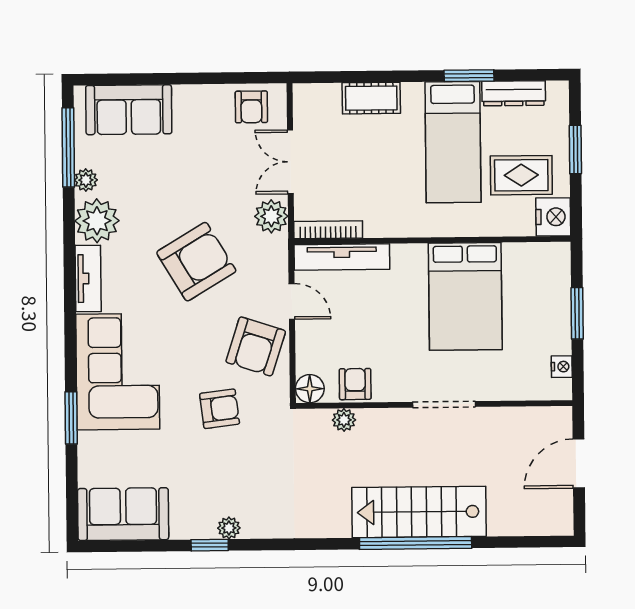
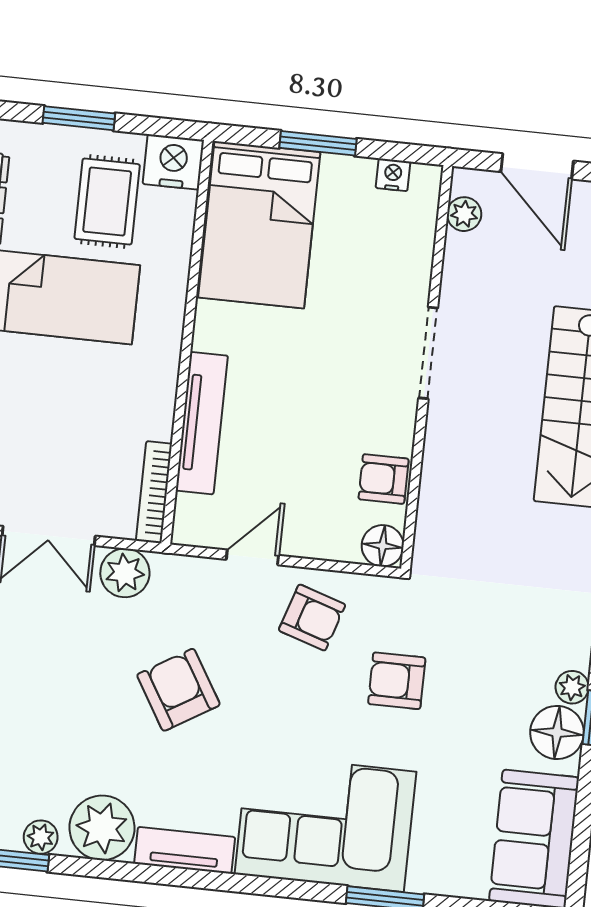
tv unit: (342, 257) -> (202, 423), moved
armchair: (196, 262) -> (178, 690), width x0.73, depth x0.73
bed: (465, 296) -> (259, 225), moved, turned 90
armchair: (256, 346) -> (312, 618), width x0.72, depth x0.72
armchair: (220, 409) -> (397, 681), turned -83
plant: (344, 420) -> (464, 214), moved
floor lamp: (197, 521) -> (557, 732), added

